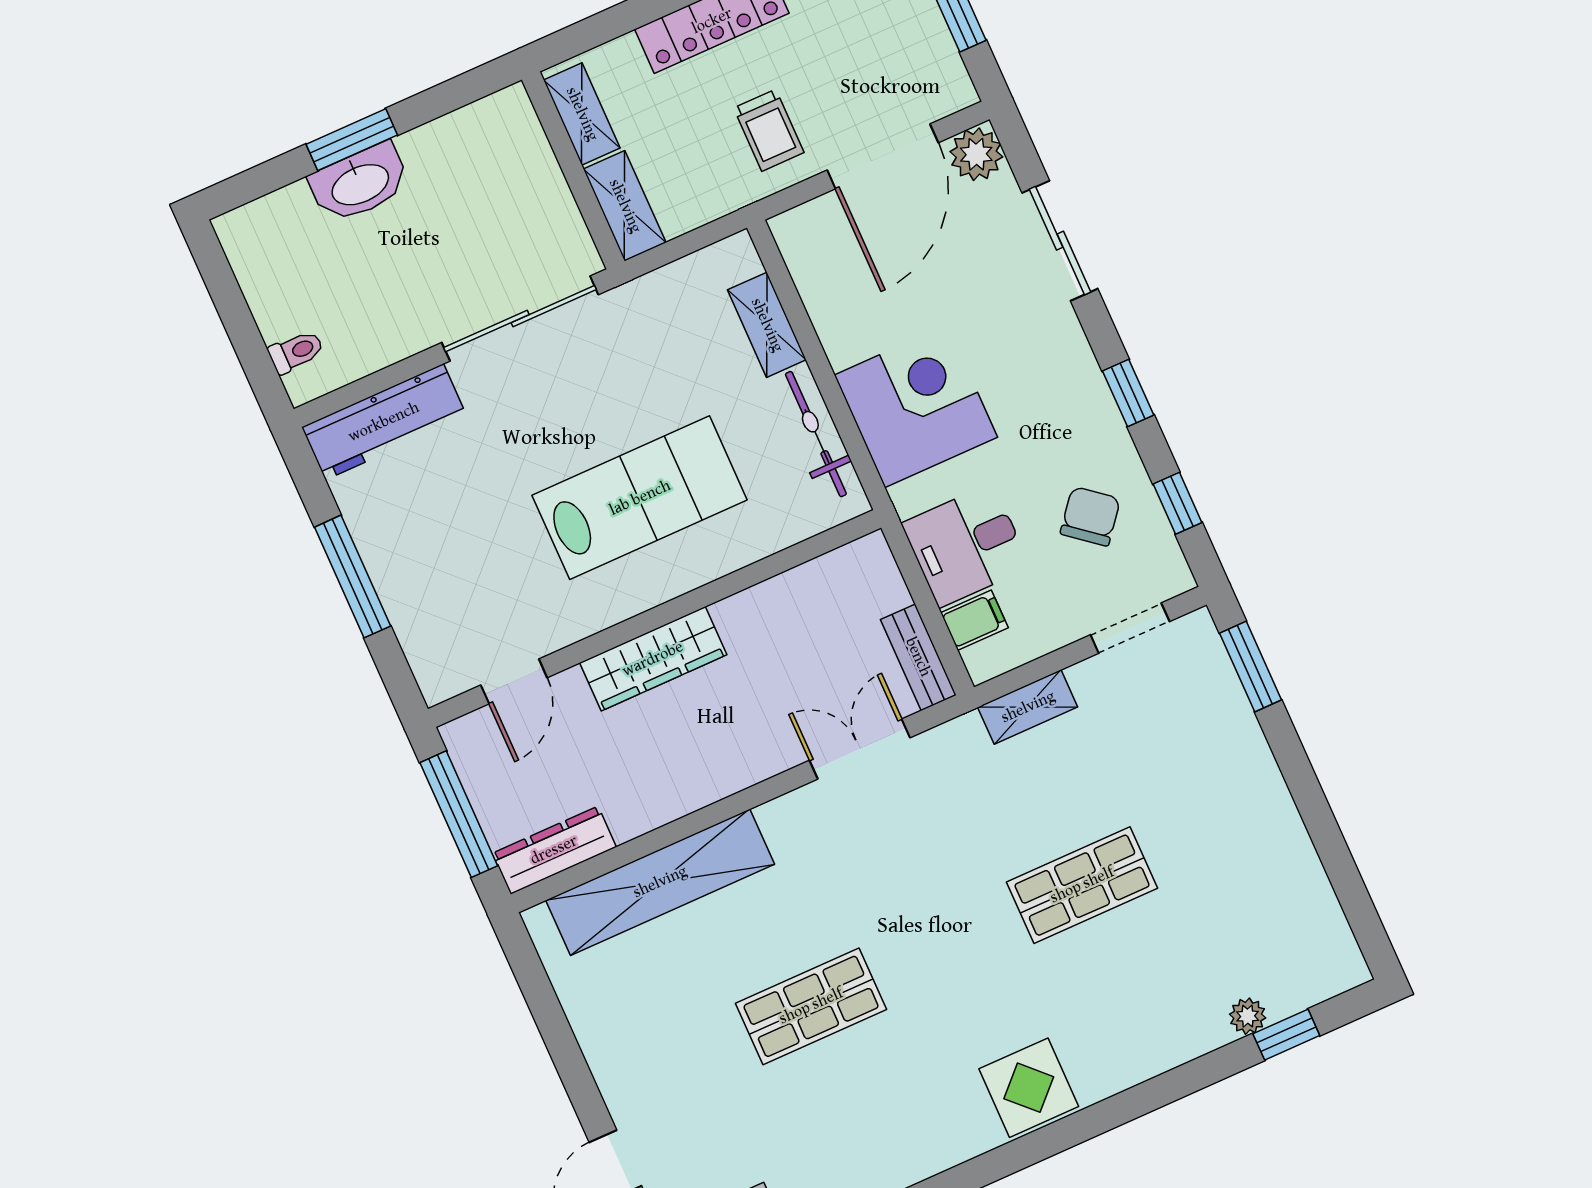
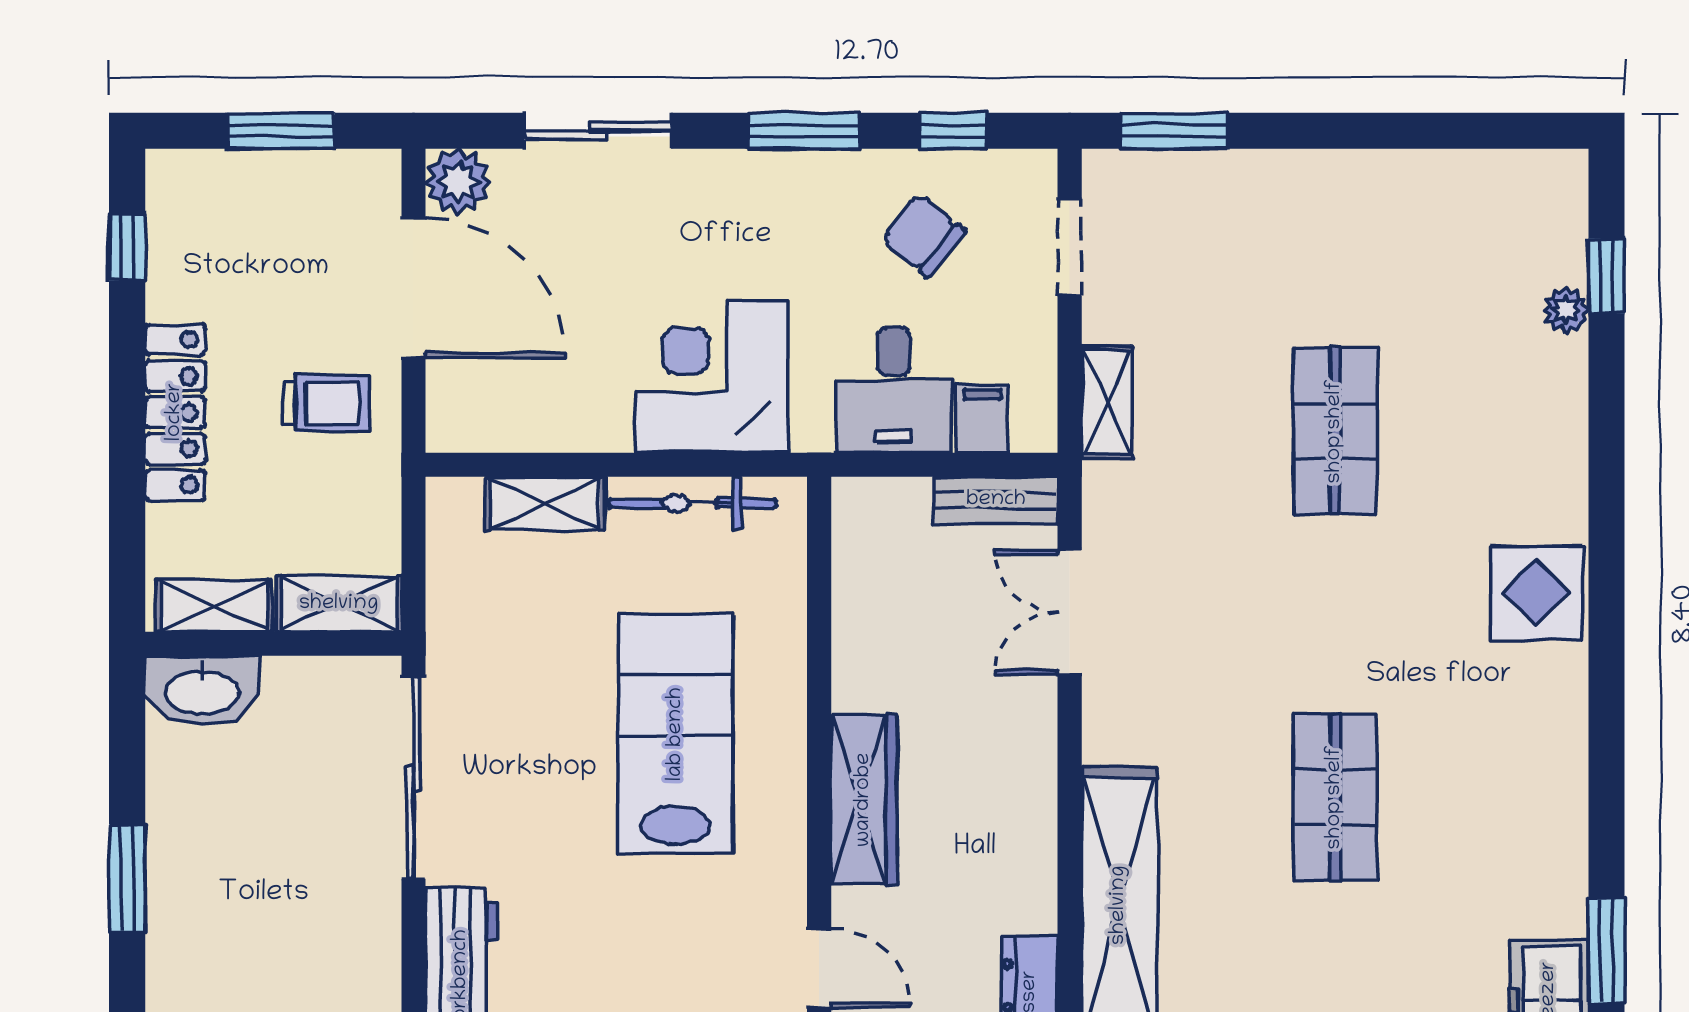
washbasin: (360, 183) -> (202, 691), moved, turned 90
window: (1128, 393) -> (804, 131), width x1.50

